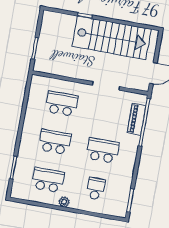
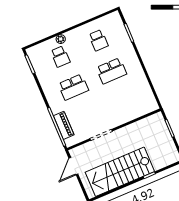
school desk: (62, 104) -> (124, 101), removed
school desk: (48, 180) -> (98, 40), width x0.54
plant: (64, 202) -> (61, 39), moved

